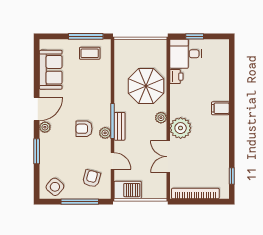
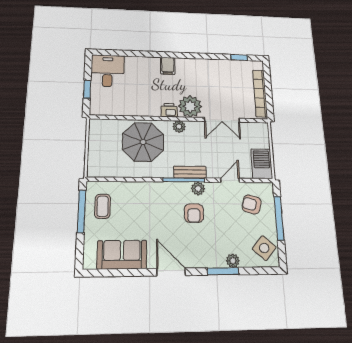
desk: (186, 54) -> (108, 71), moved, turned 180
printer: (176, 77) -> (169, 110), moved
plant: (45, 127) -> (233, 261), moved

